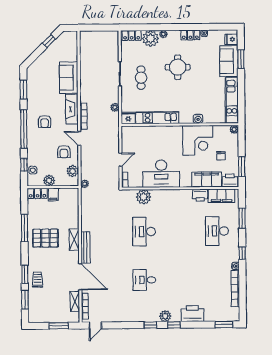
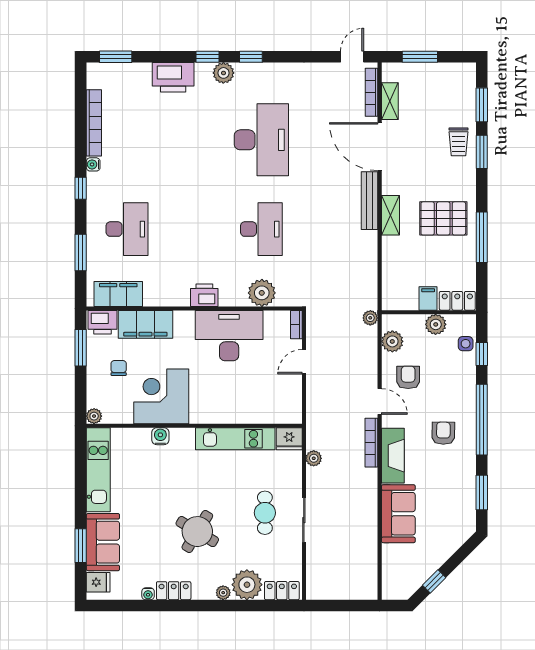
round table: (178, 67) -> (197, 532), turned 31
printer: (200, 195) -> (204, 295), moved
desk: (144, 280) -> (261, 140), width x1.87, depth x1.30

